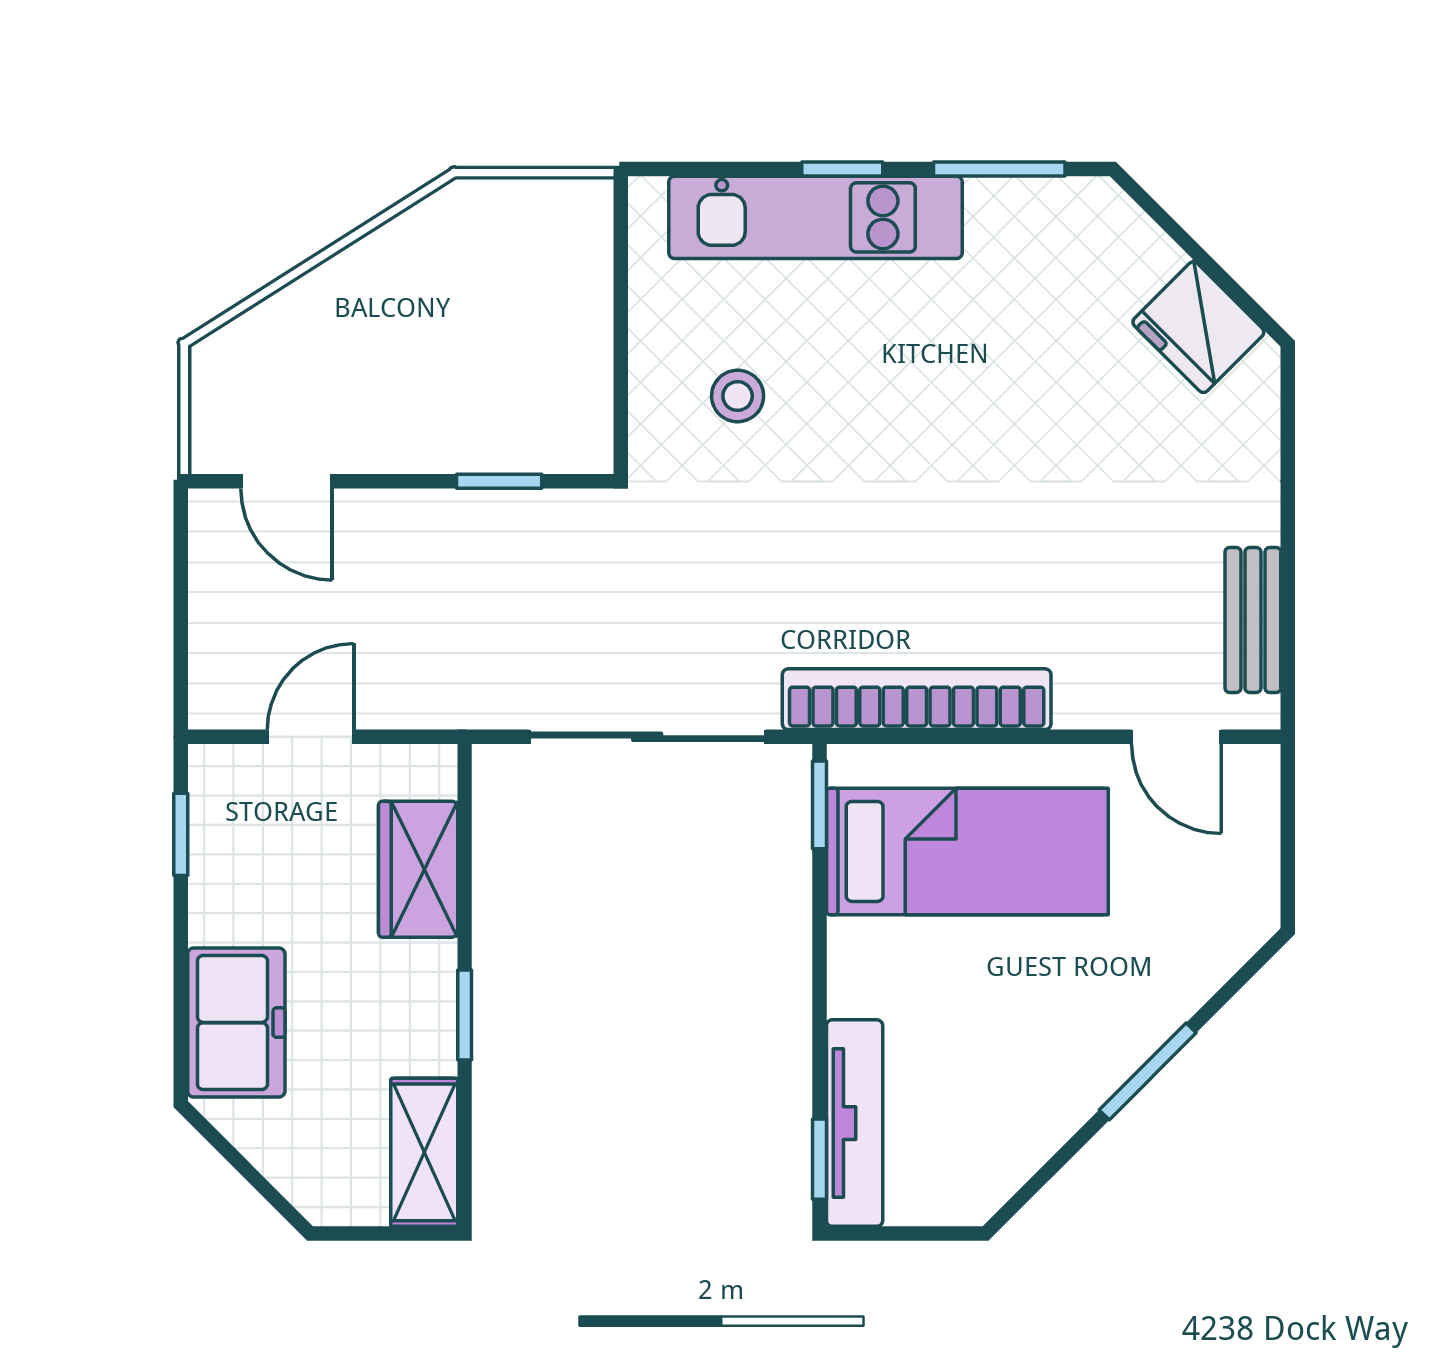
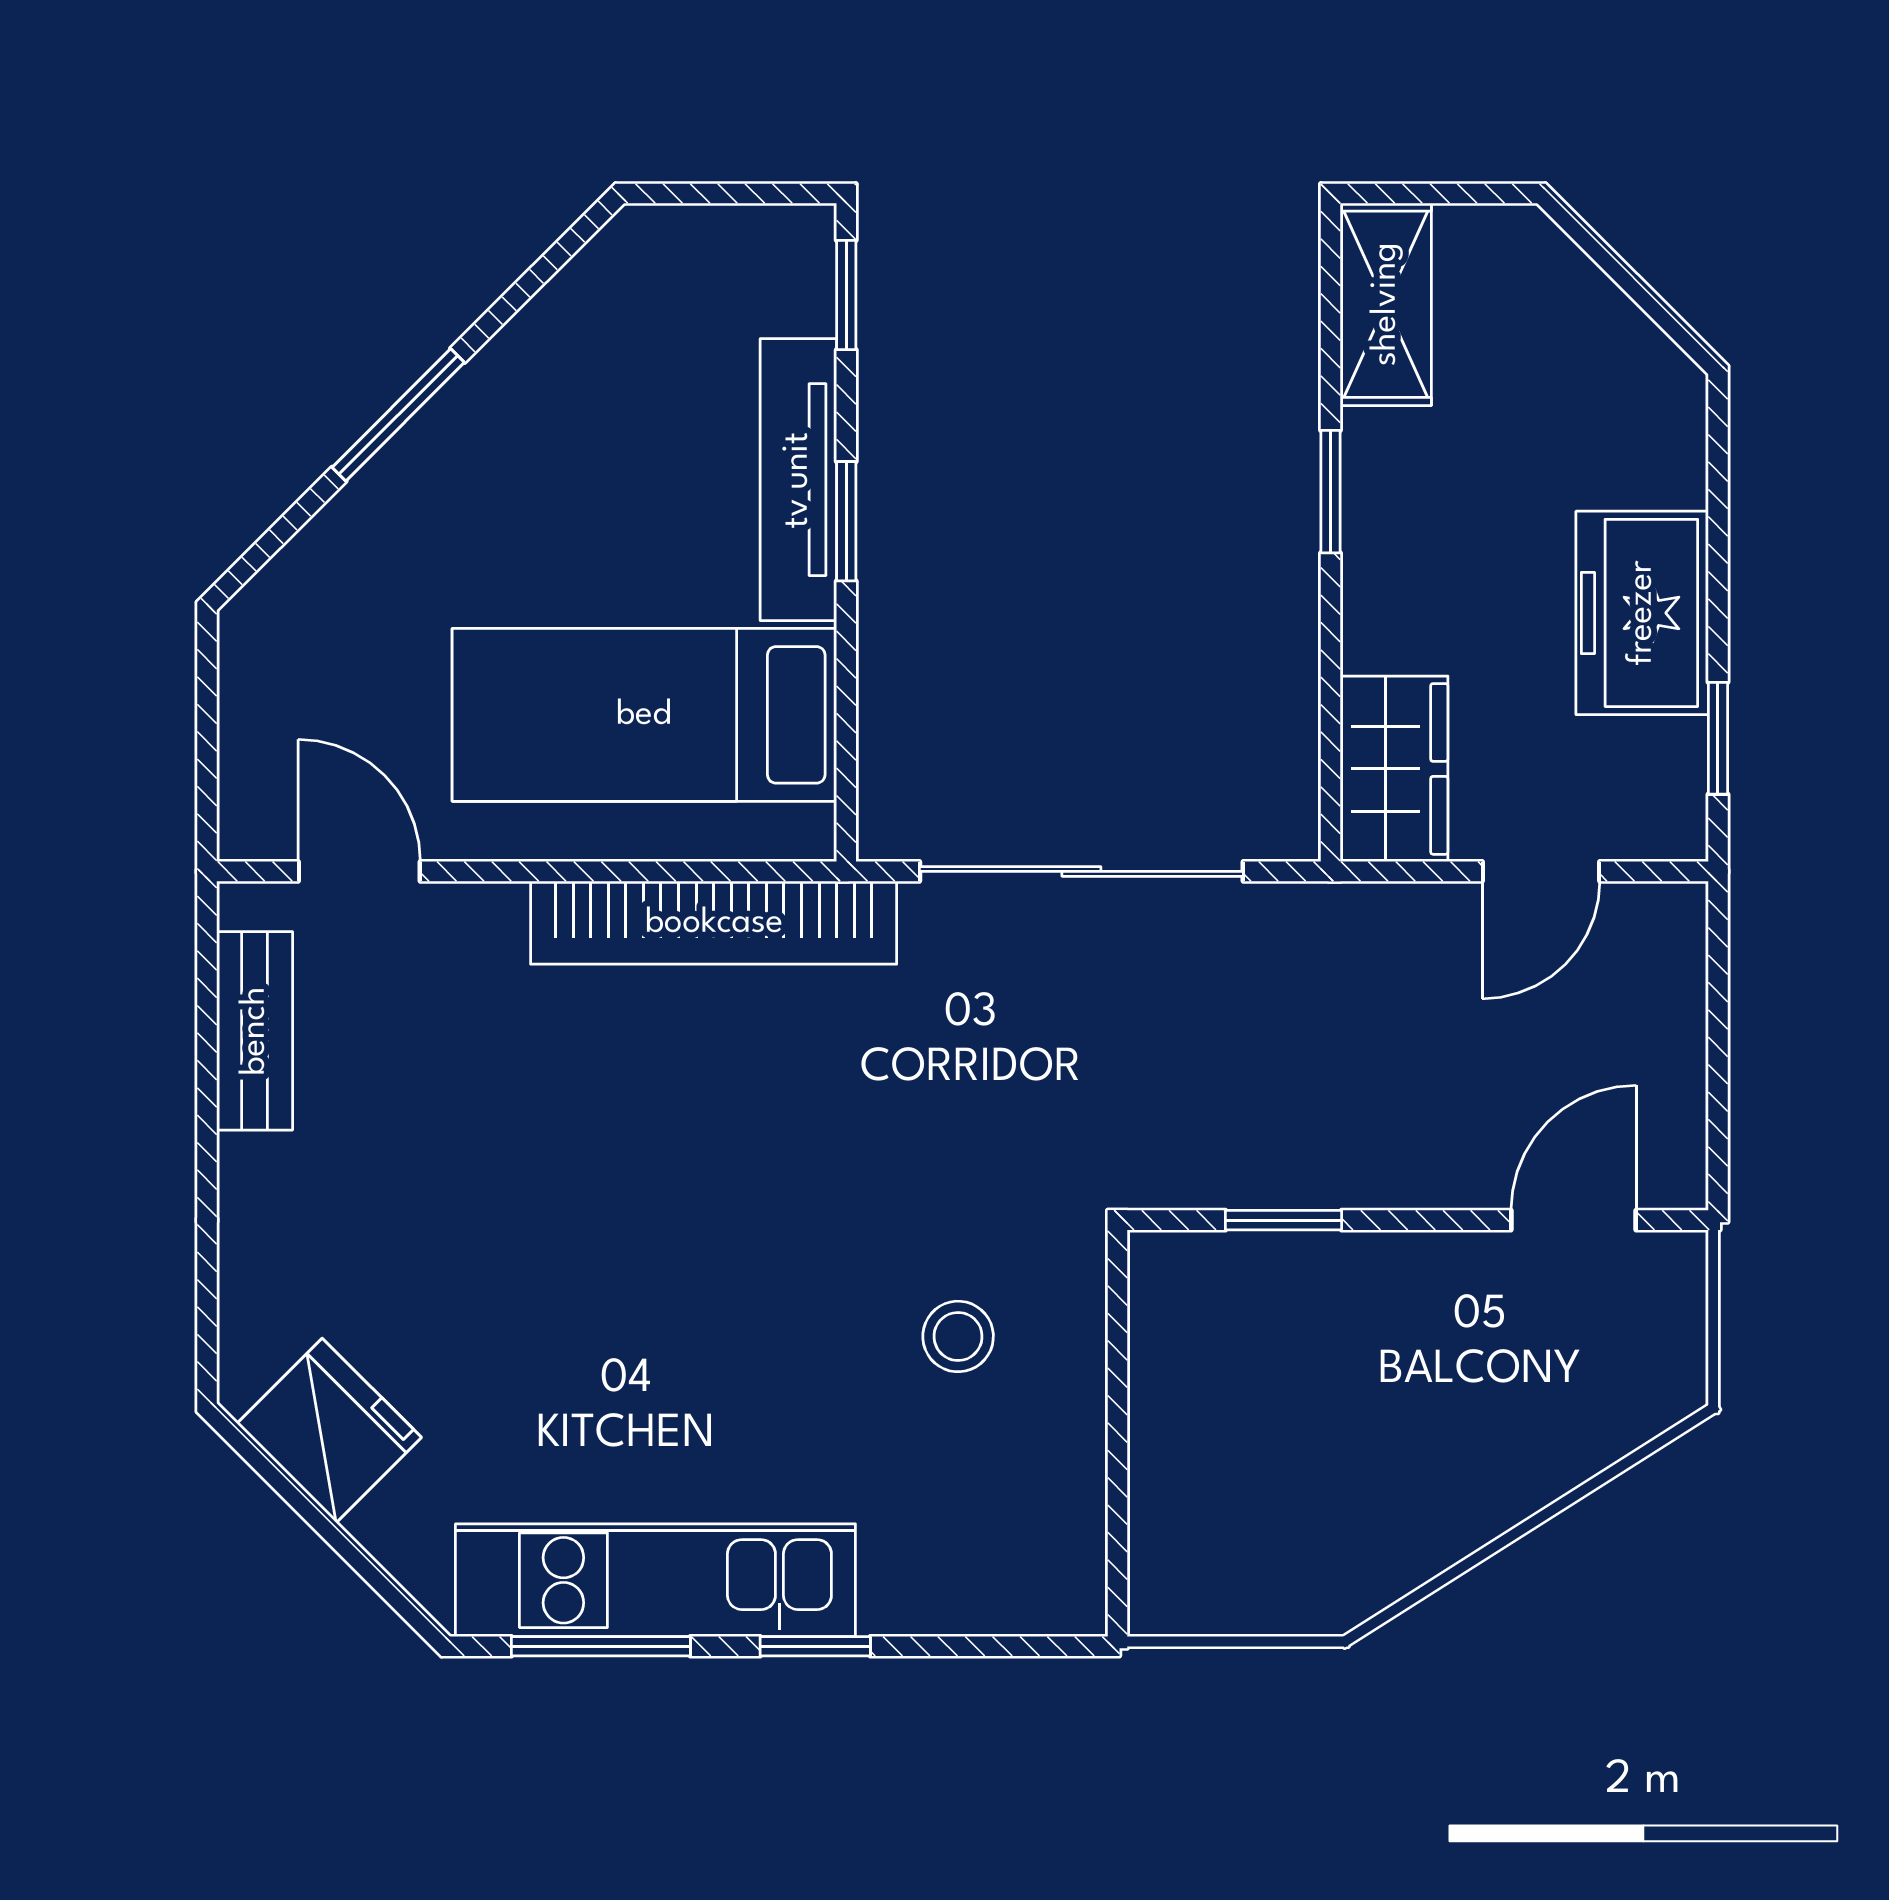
kitchen unit: (816, 217) -> (655, 1580), moved
door: (287, 481) -> (1574, 1220), hinge flipped
window: (819, 805) -> (846, 521), moved
wardrobe: (418, 869) -> (1394, 769), moved
freezer: (236, 1023) -> (1642, 613), moved
tv unit: (855, 1123) -> (798, 480), moved

